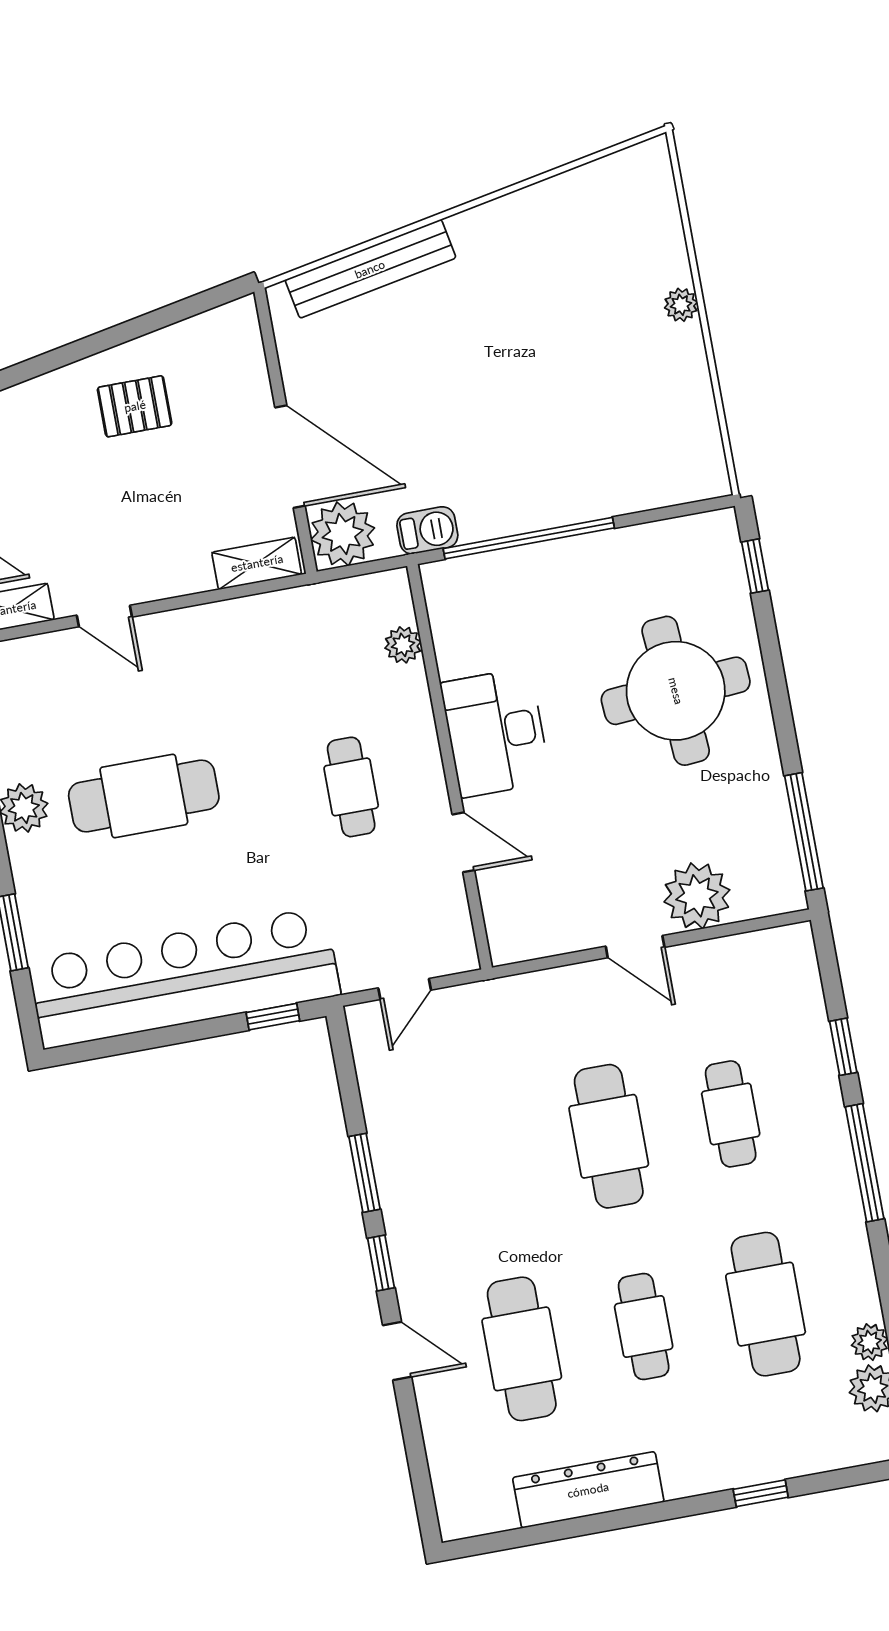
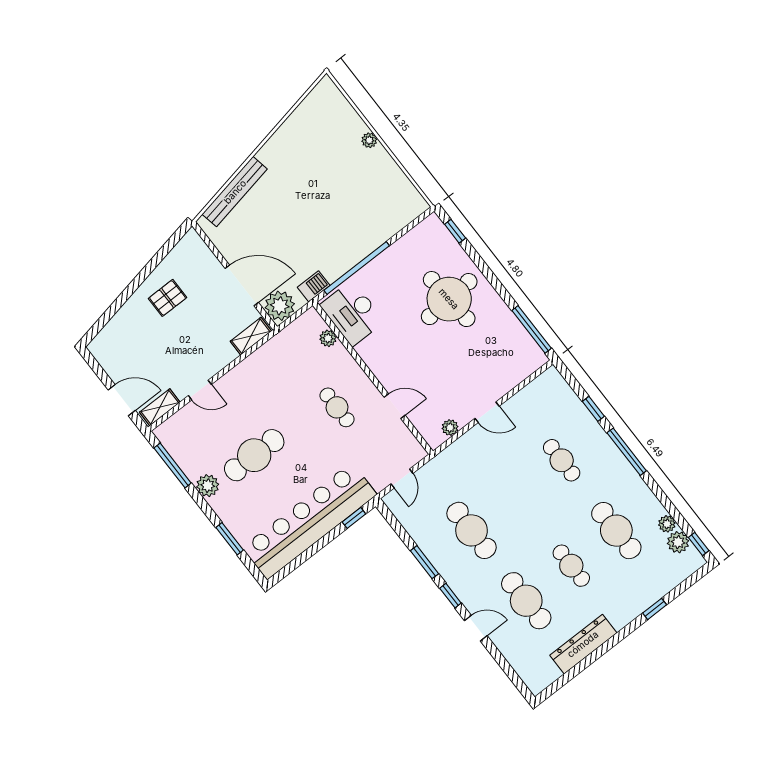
desk: (496, 732) -> (352, 313), moved
plant: (697, 896) -> (450, 428), moved, width x0.53, depth x0.53
cafe table: (609, 1136) -> (471, 530), moved

